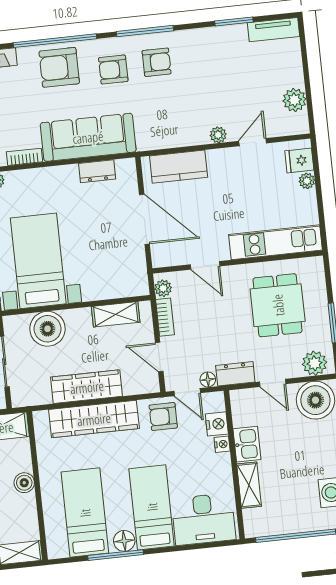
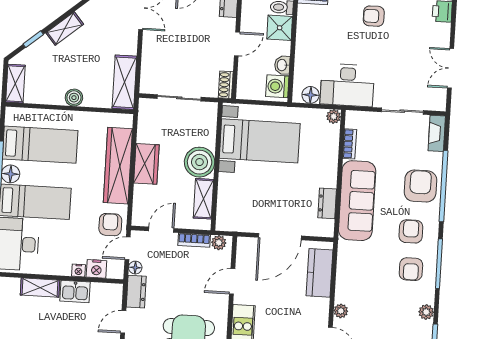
plant: (203, 36) -> (426, 312), added
boiler: (47, 329) -> (200, 162), moved
wardrobe: (87, 387) -> (146, 164), width x0.67

